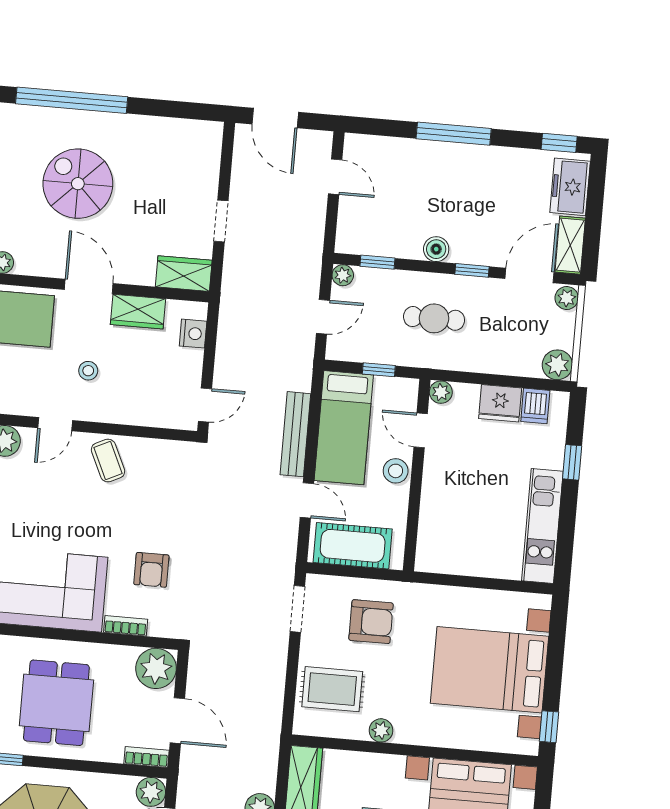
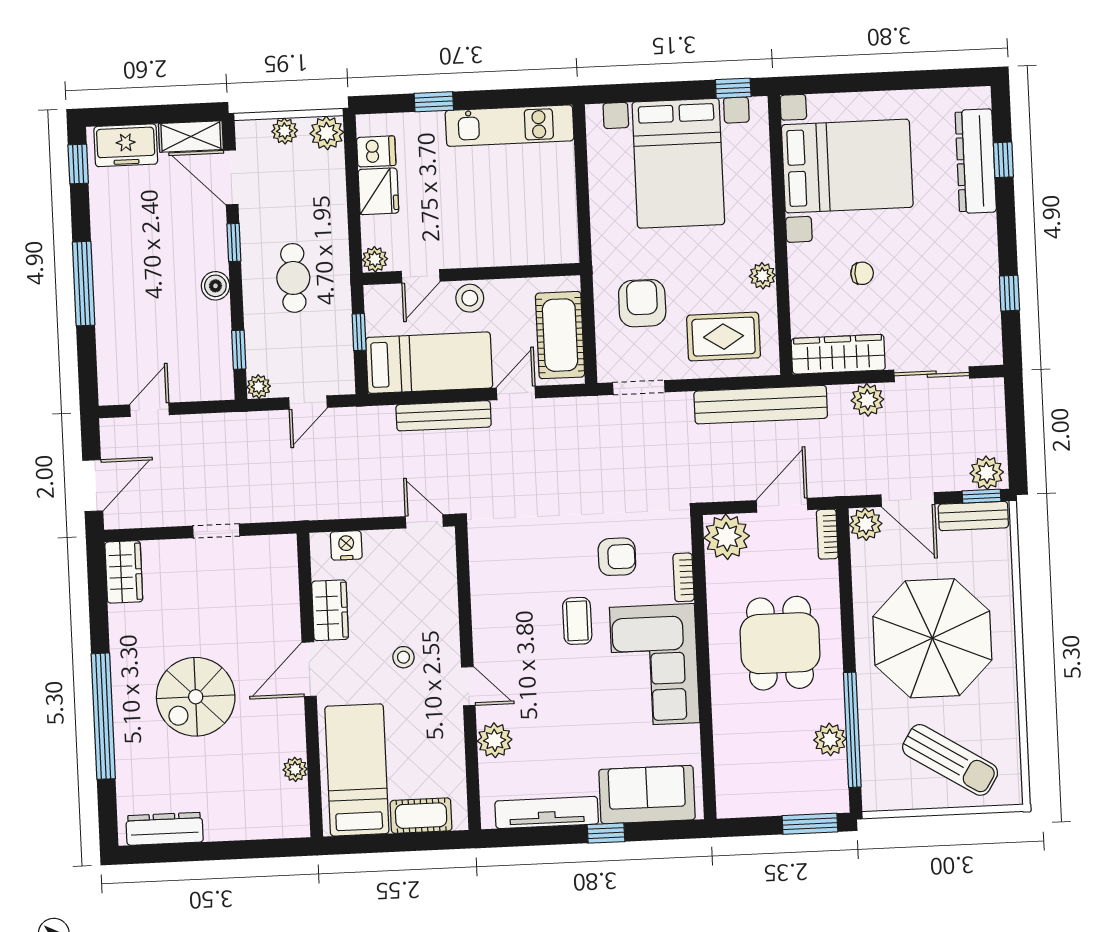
wardrobe: (184, 274) -> (124, 572), moved, turned 180
plant: (567, 298) -> (285, 131), moved
door: (323, 317) -> (308, 402), swing flipped
coffee table: (108, 461) -> (577, 621), moved, turned -65
rug: (332, 689) -> (724, 337), turned 90
dining table: (56, 703) -> (780, 643), turned 90
bench: (268, 714) -> (761, 405), added

